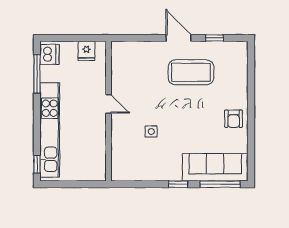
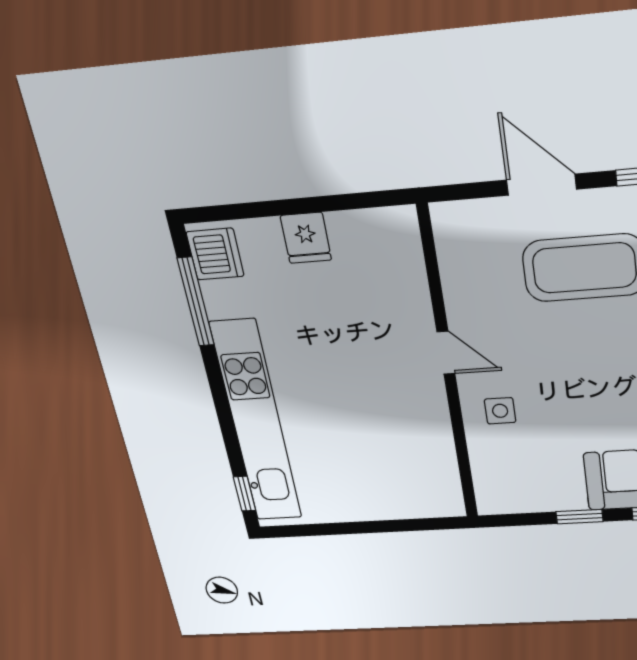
door: (108, 104) -> (446, 353), moved
wall: (108, 111) -> (449, 369), moved

